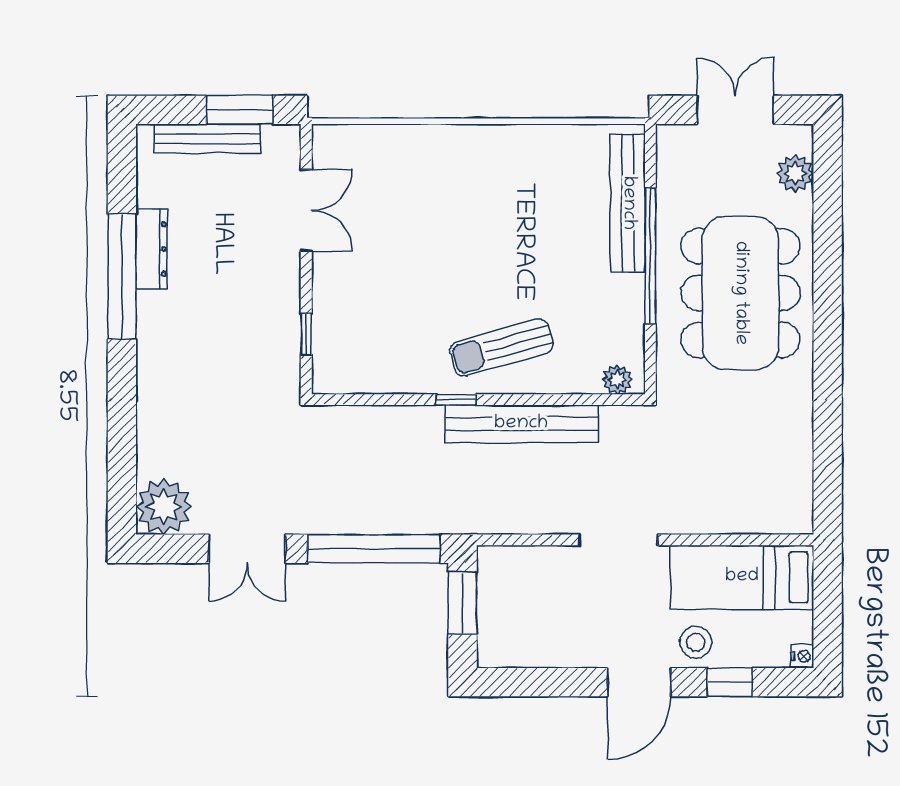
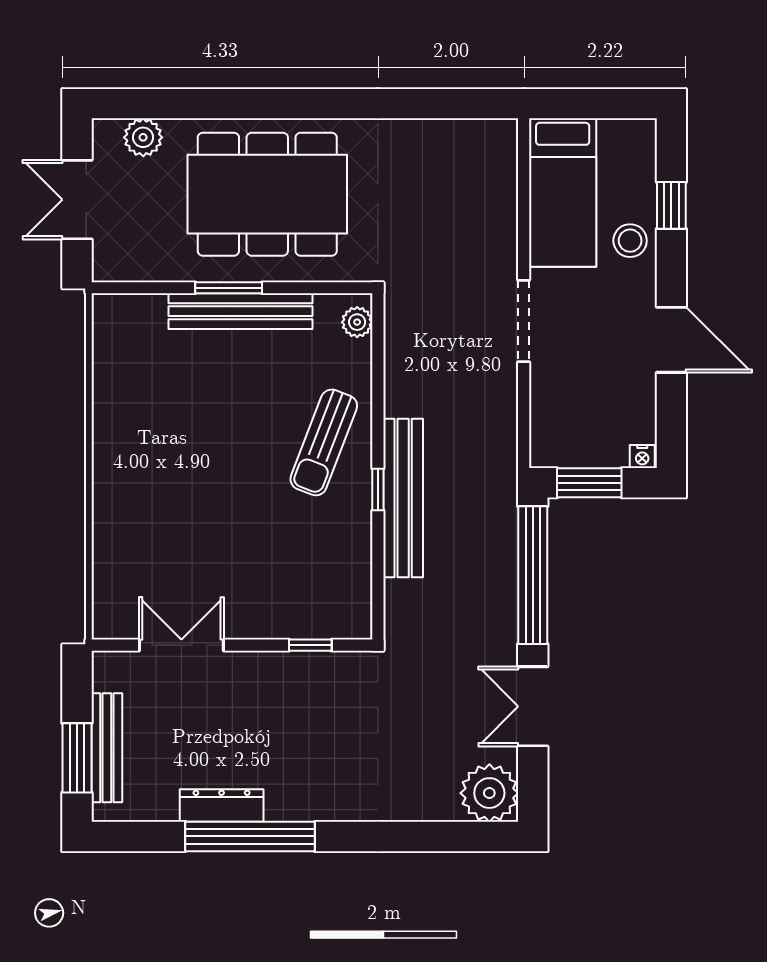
window: (240, 110) -> (77, 758), moved
bench: (628, 203) -> (241, 311), moved
window: (650, 256) -> (229, 288), width x0.47
sun lounger: (501, 347) -> (324, 442), turned 37
bench: (521, 424) -> (403, 498), moved
double door: (247, 549) -> (533, 706), swing flipped
nightstand: (802, 656) -> (642, 457), moved, turned 180
door: (639, 682) -> (671, 340), moved

